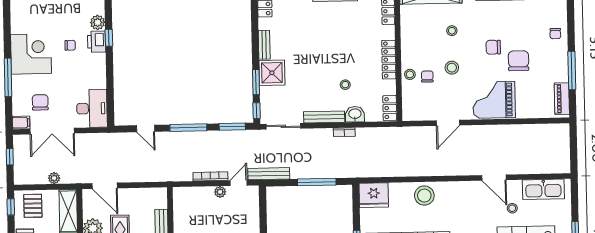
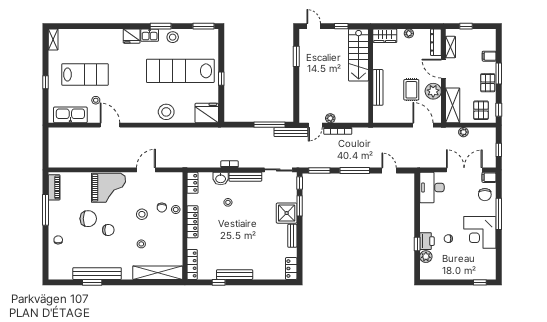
chair: (519, 61) -> (88, 219), turned -90
chair: (40, 102) -> (485, 195), moved
window: (317, 182) -> (269, 125), moved

